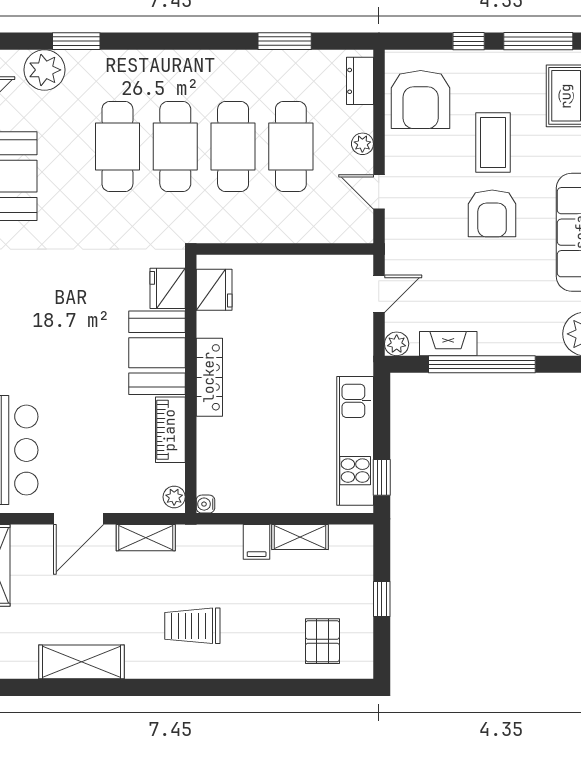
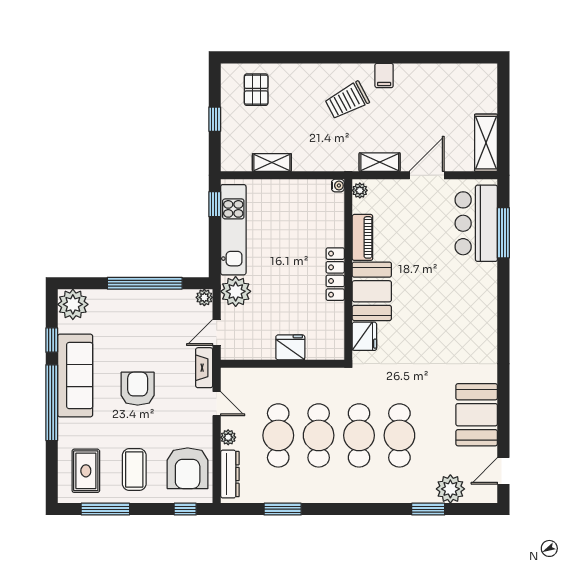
window: (469, 41) -> (185, 509), moved
dresser: (360, 81) -> (230, 474), width x1.44
armchair: (421, 100) -> (188, 468), turned 180
coffee table: (493, 143) -> (134, 470), moved
fridge: (214, 290) -> (290, 347), moved, turned 90
fireplace: (448, 344) -> (204, 368), moved, turned 90
plant: (352, 352) -> (236, 291), added
filing cabinet: (257, 542) -> (384, 75), moved, turned 180
trolley: (192, 626) -> (347, 100), turned 152
shelving: (82, 662) -> (425, 75), removed

